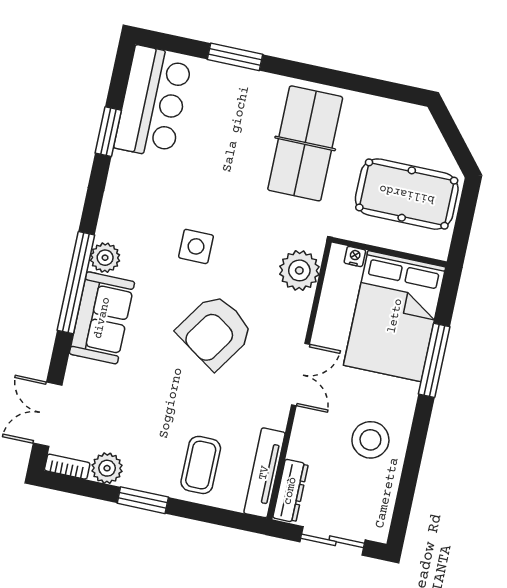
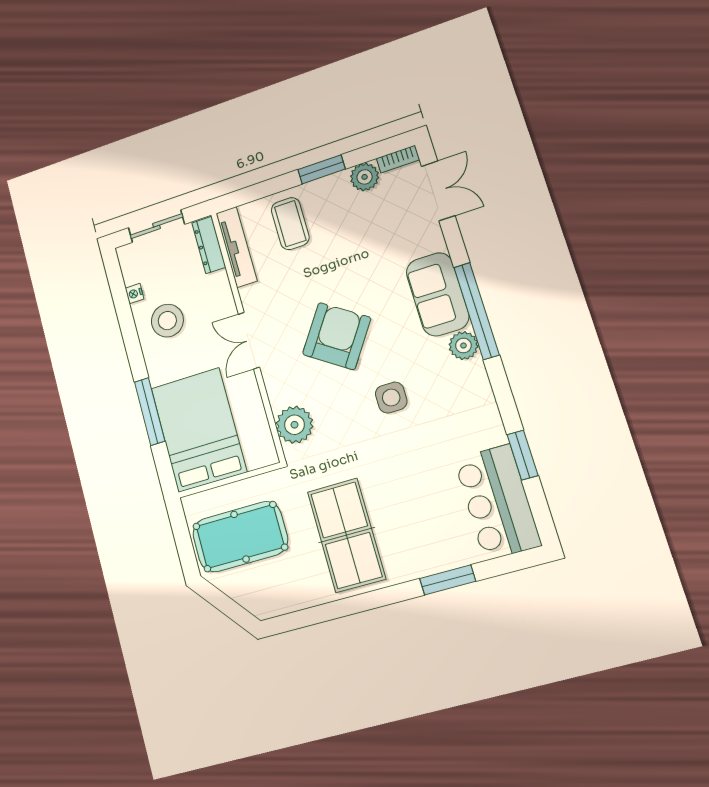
nightstand: (355, 256) -> (135, 294), moved, turned 90

